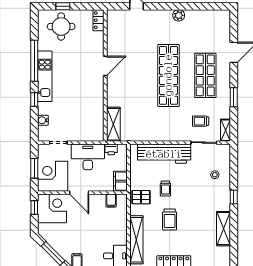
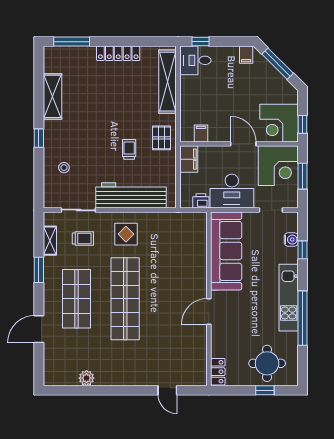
plant: (179, 15) -> (87, 378), moved
window: (34, 100) -> (302, 250), moved
sofa: (92, 112) -> (226, 251), added
shelving: (113, 124) -> (198, 234), removed
display table: (168, 124) -> (126, 234), added
shelving: (226, 130) -> (50, 241), moved
pallet: (141, 197) -> (161, 138), turned 90
trolley: (170, 219) -> (124, 109), removed

